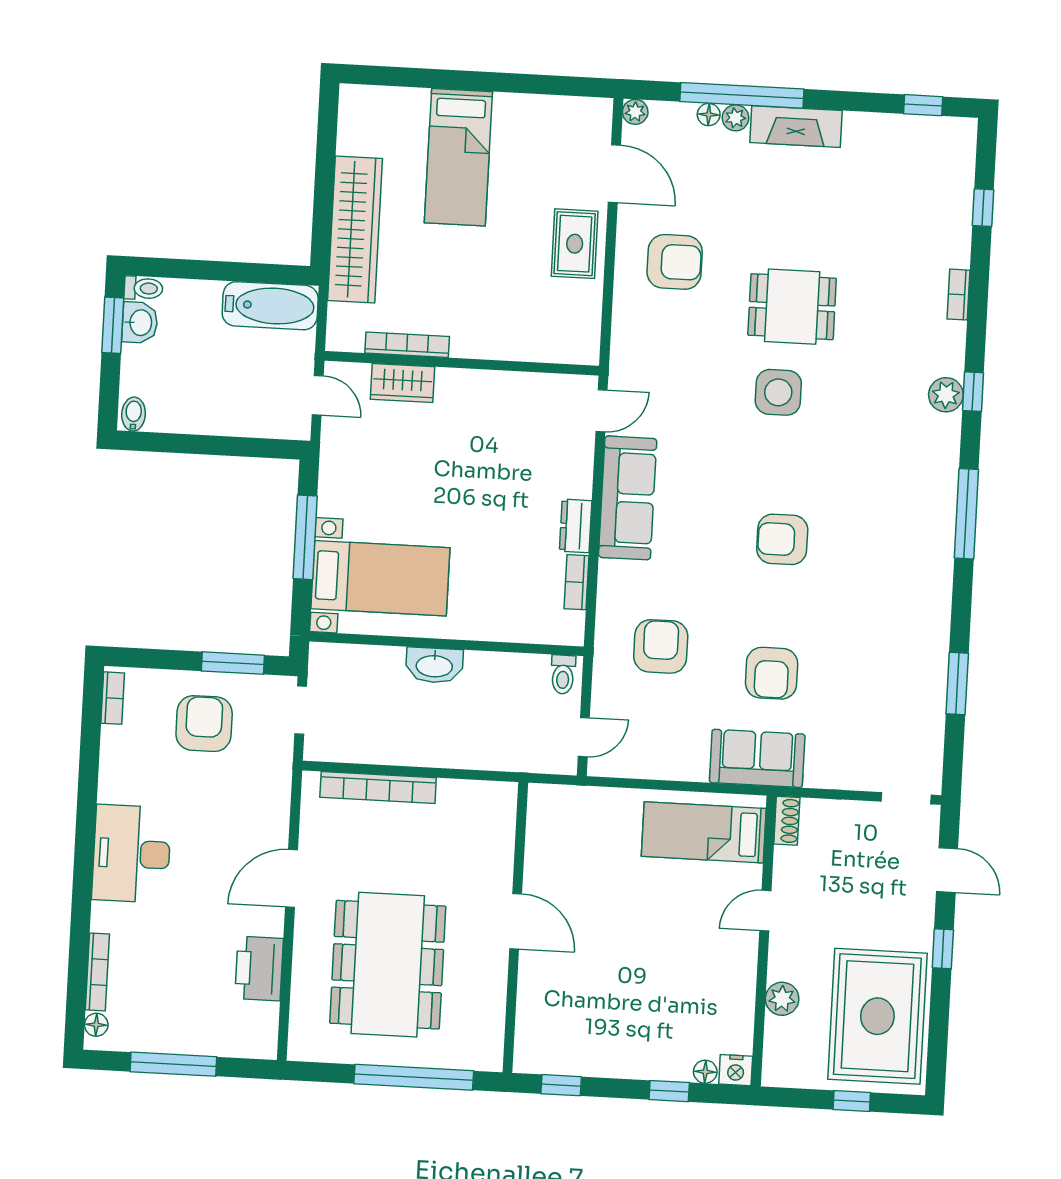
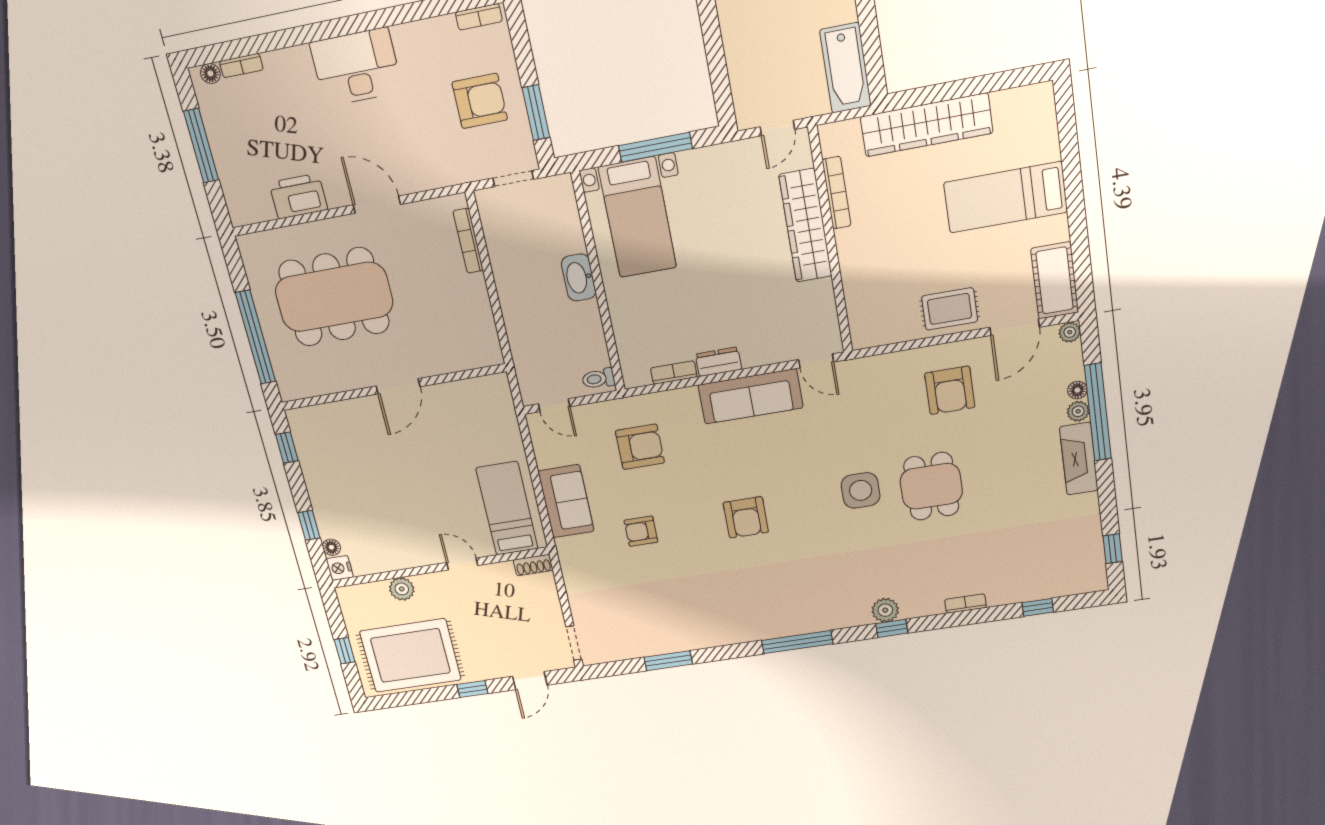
cot: (569, 119) -> (1055, 280), added
wardrobe: (402, 383) -> (806, 226), width x2.10, depth x1.17
armchair: (782, 539) -> (746, 517), turned 180
armchair: (772, 673) -> (641, 531), width x0.72, depth x0.72
sofa: (757, 758) -> (566, 501), moved
bookcase: (378, 788) -> (468, 241), width x0.68, depth x0.76
bookcase: (97, 972) -> (241, 66), width x0.64

